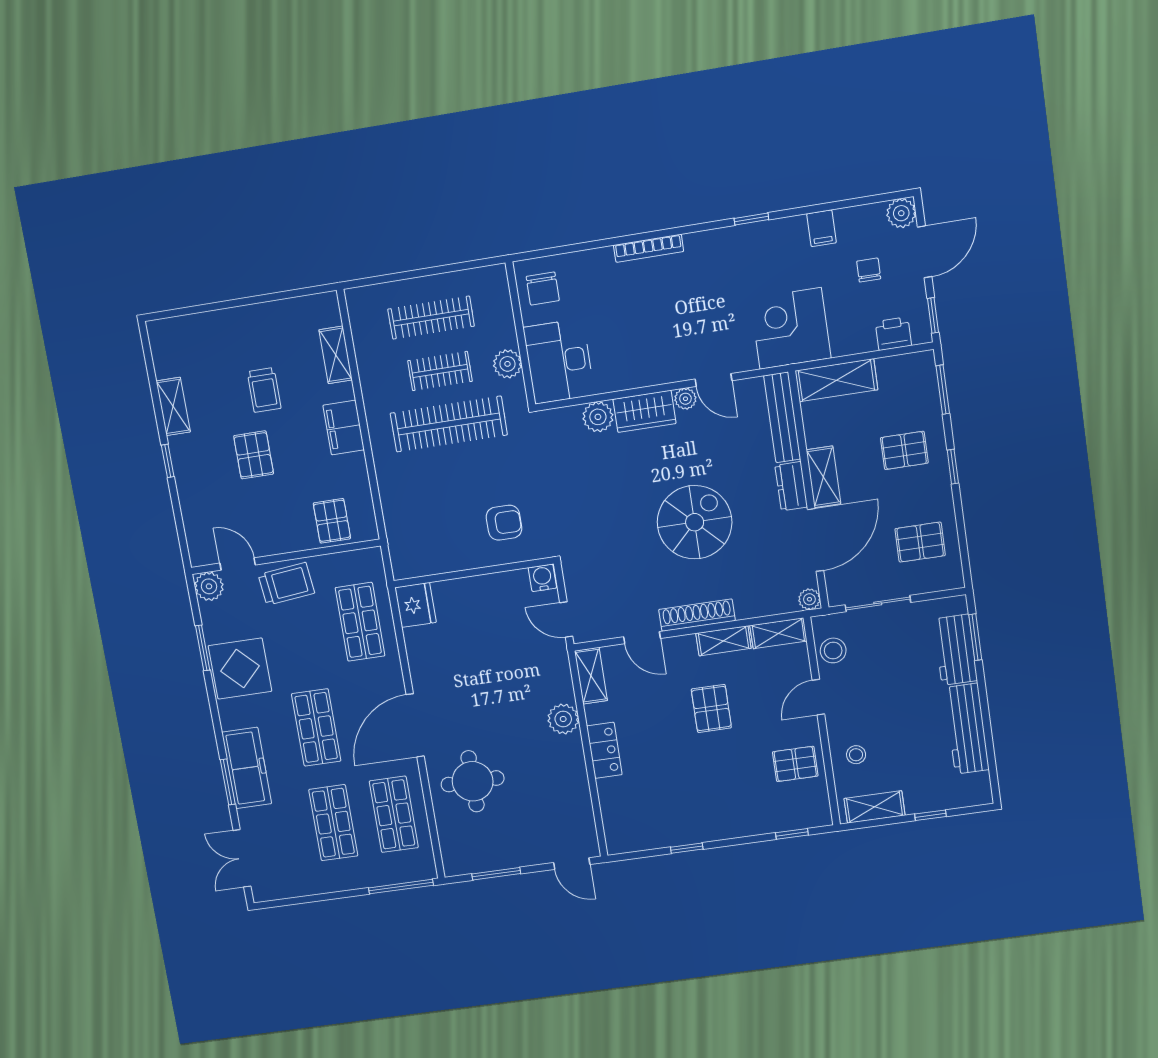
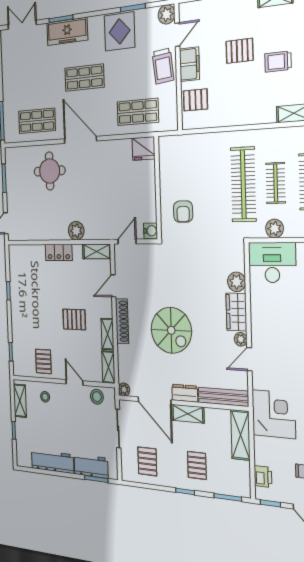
filing cabinet: (344, 428) -> (189, 64), moved, turned 90
shop shelf: (333, 823) -> (36, 83), removed

